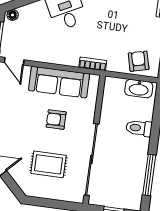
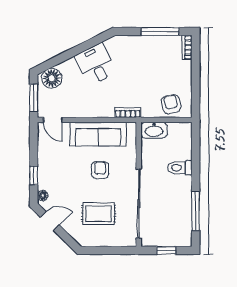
floor lamp: (13, 15) -> (52, 78), width x1.89, depth x1.89
washbasin: (139, 89) -> (154, 130), moved
armchair: (56, 120) -> (100, 170), turned 90

